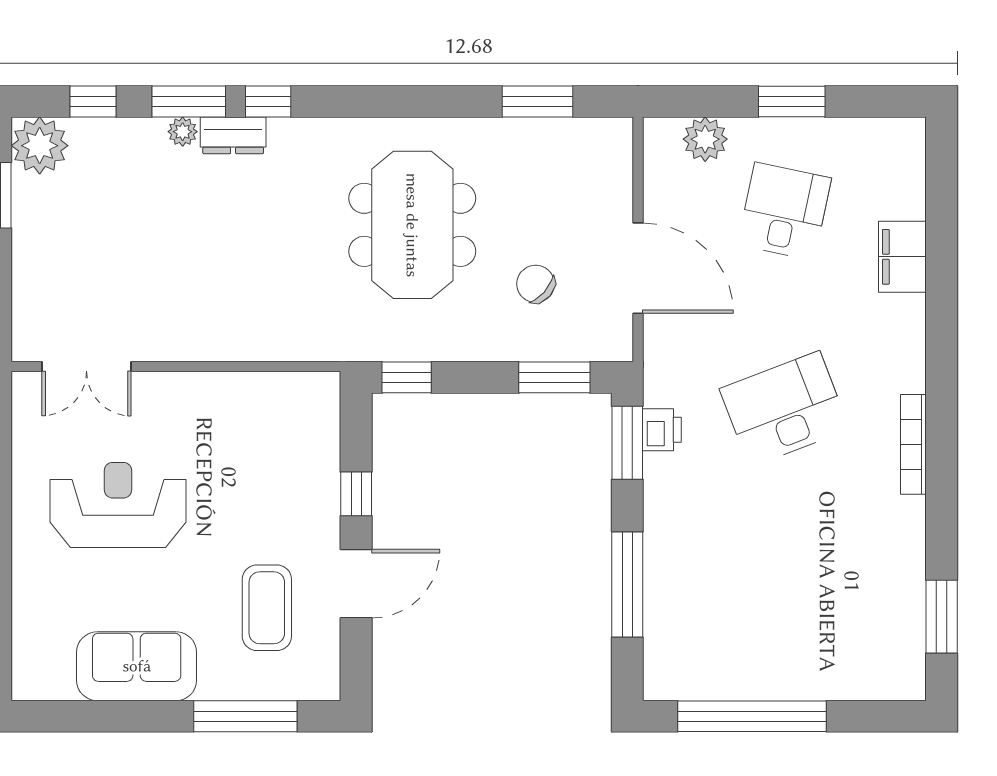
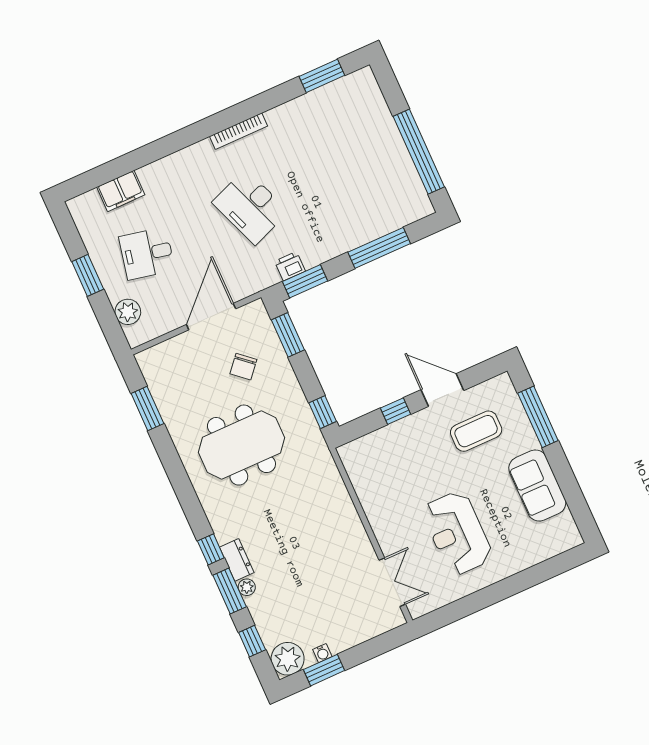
water cooler: (24, 205) -> (322, 653), added
filing cabinet: (902, 257) -> (121, 191), moved

